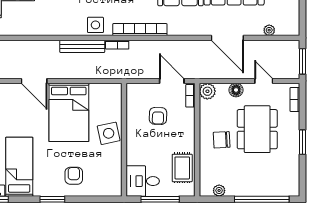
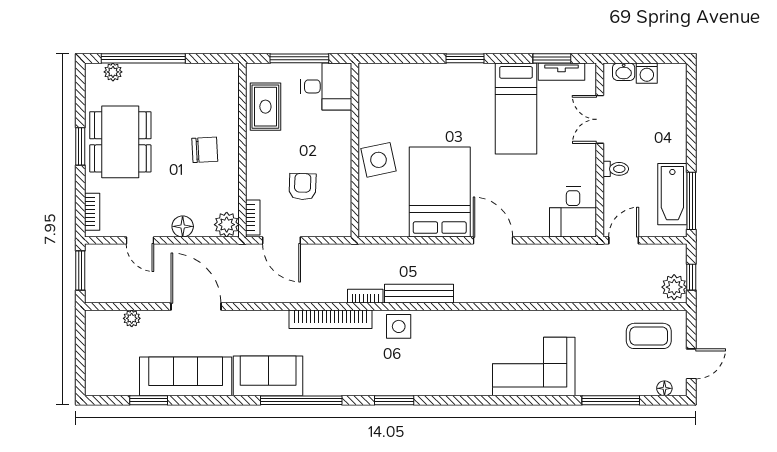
dining table: (257, 129) -> (120, 142), moved
armchair: (74, 176) -> (432, 95), removed
plant: (219, 191) -> (113, 72), moved

